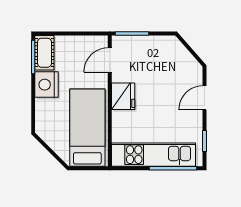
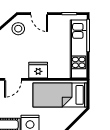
door: (110, 60) -> (13, 79), hinge flipped
stool: (183, 68) -> (18, 29), added

